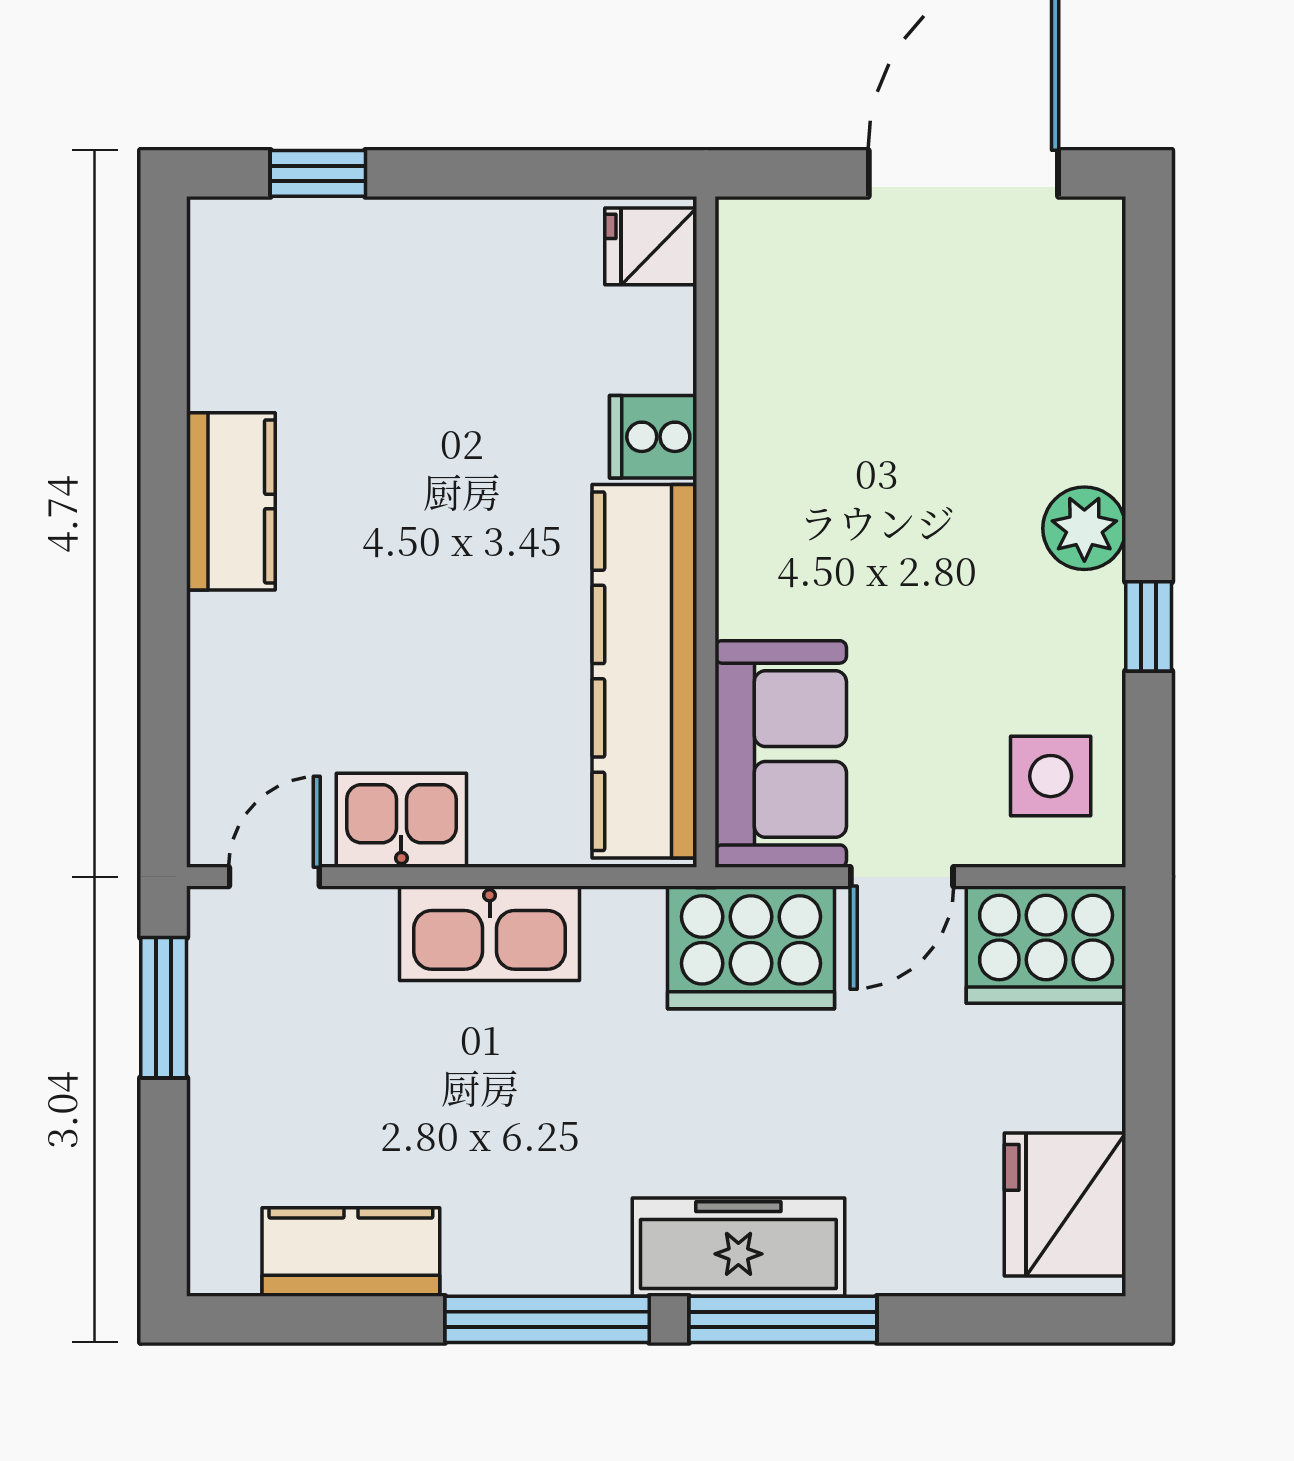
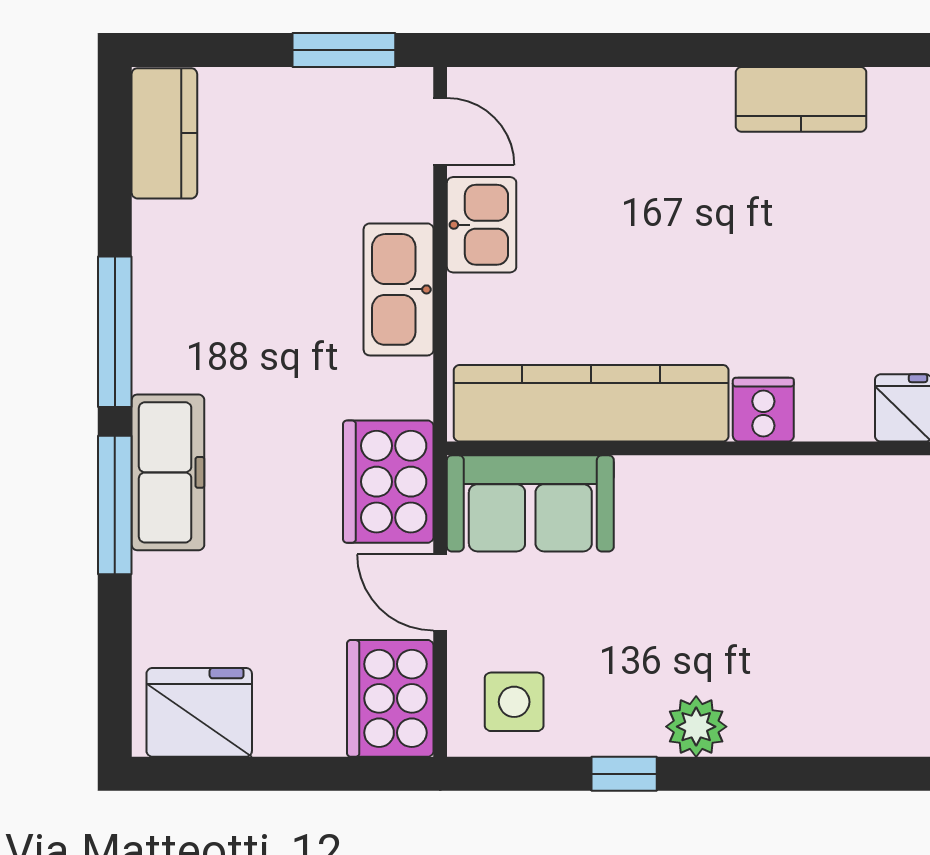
kitchen counter: (231, 501) -> (801, 99), moved
kitchen counter: (351, 1252) -> (164, 133), moved

